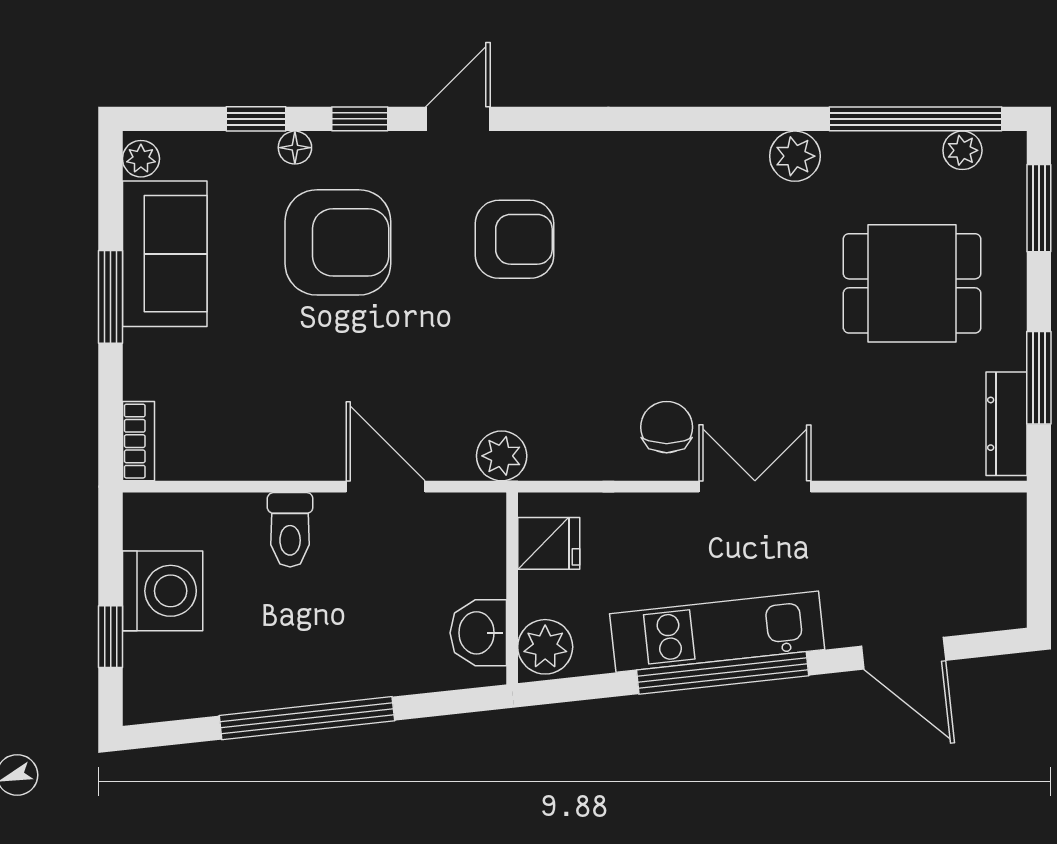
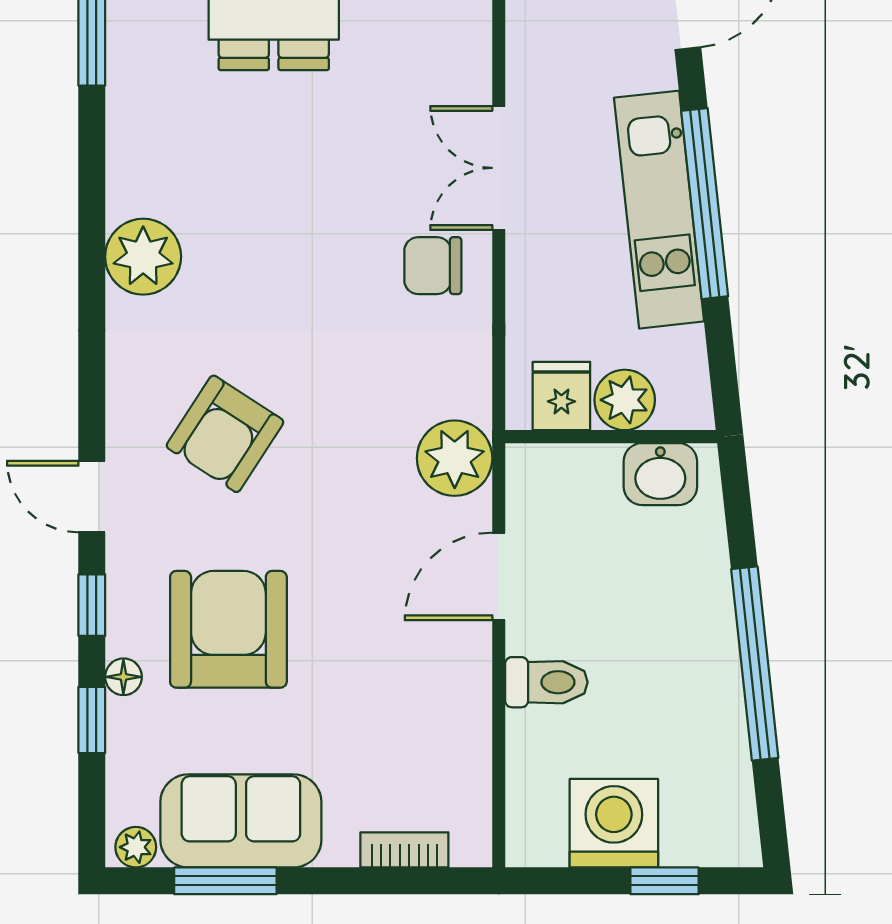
plant: (795, 156) -> (143, 257), moved, width x1.36, depth x1.36
armchair: (515, 239) -> (225, 434), turned -147
window: (111, 297) -> (225, 881), moved
bookcase: (139, 441) -> (404, 850), moved
plant: (502, 456) -> (455, 458), width x1.36, depth x1.36
plant: (545, 647) -> (625, 400), moved

